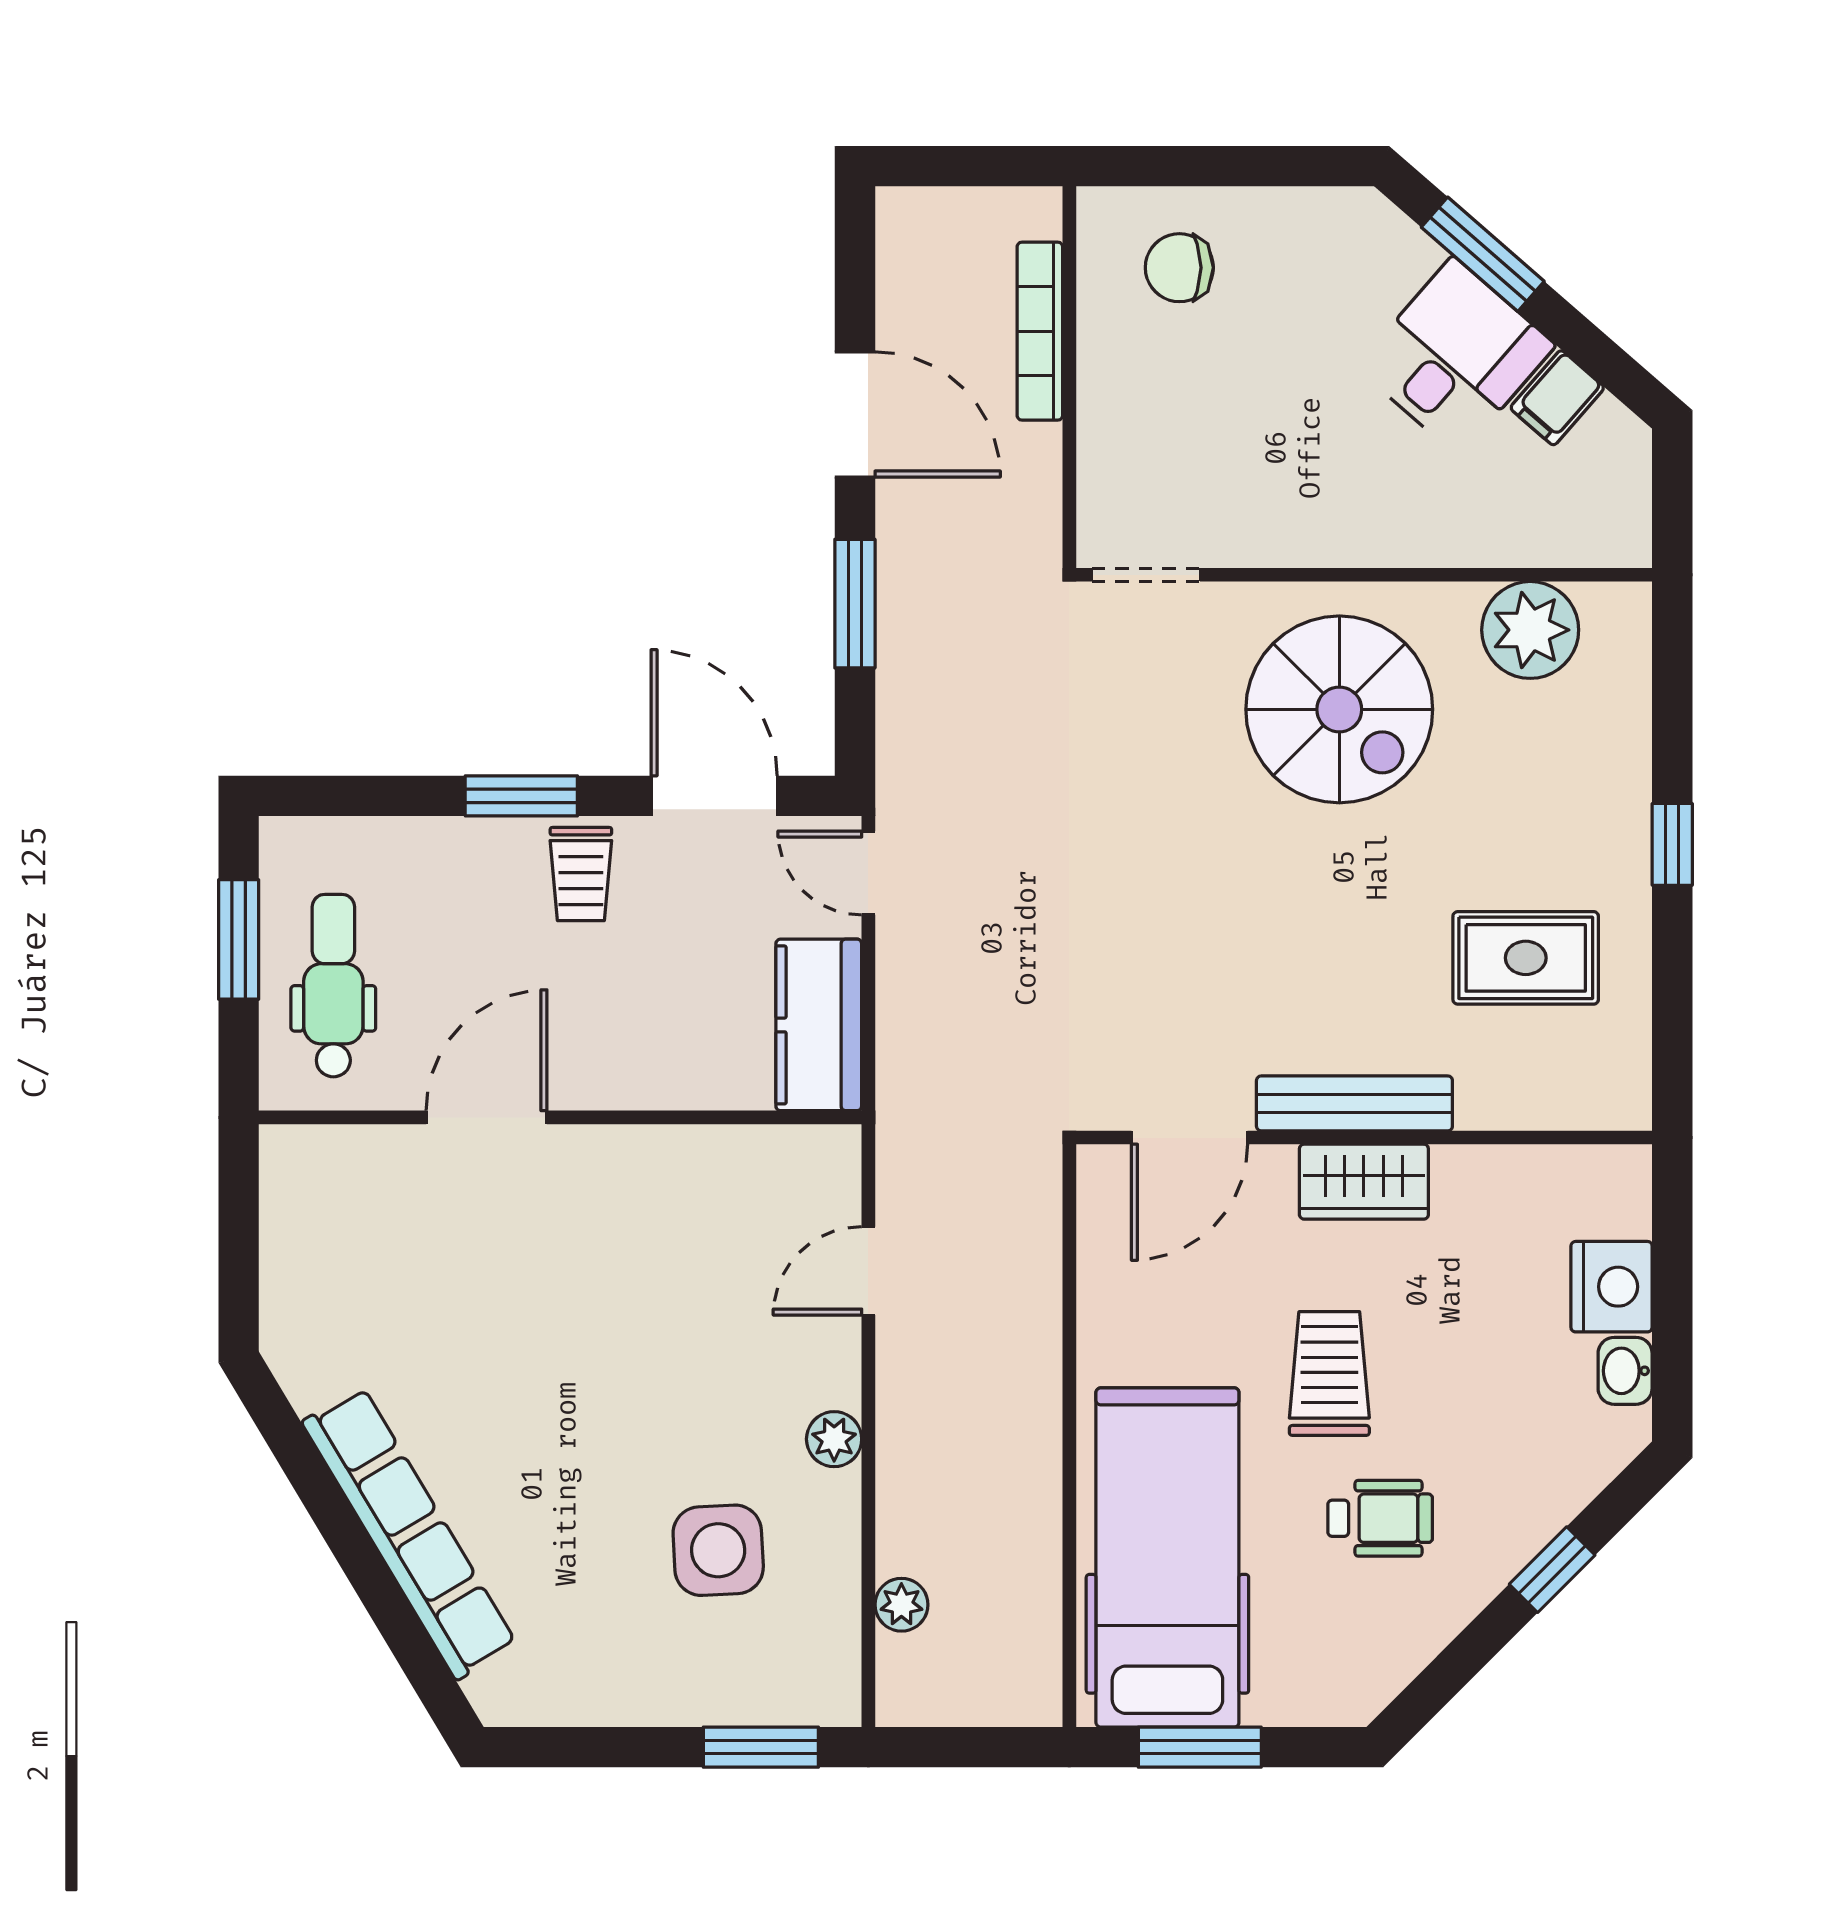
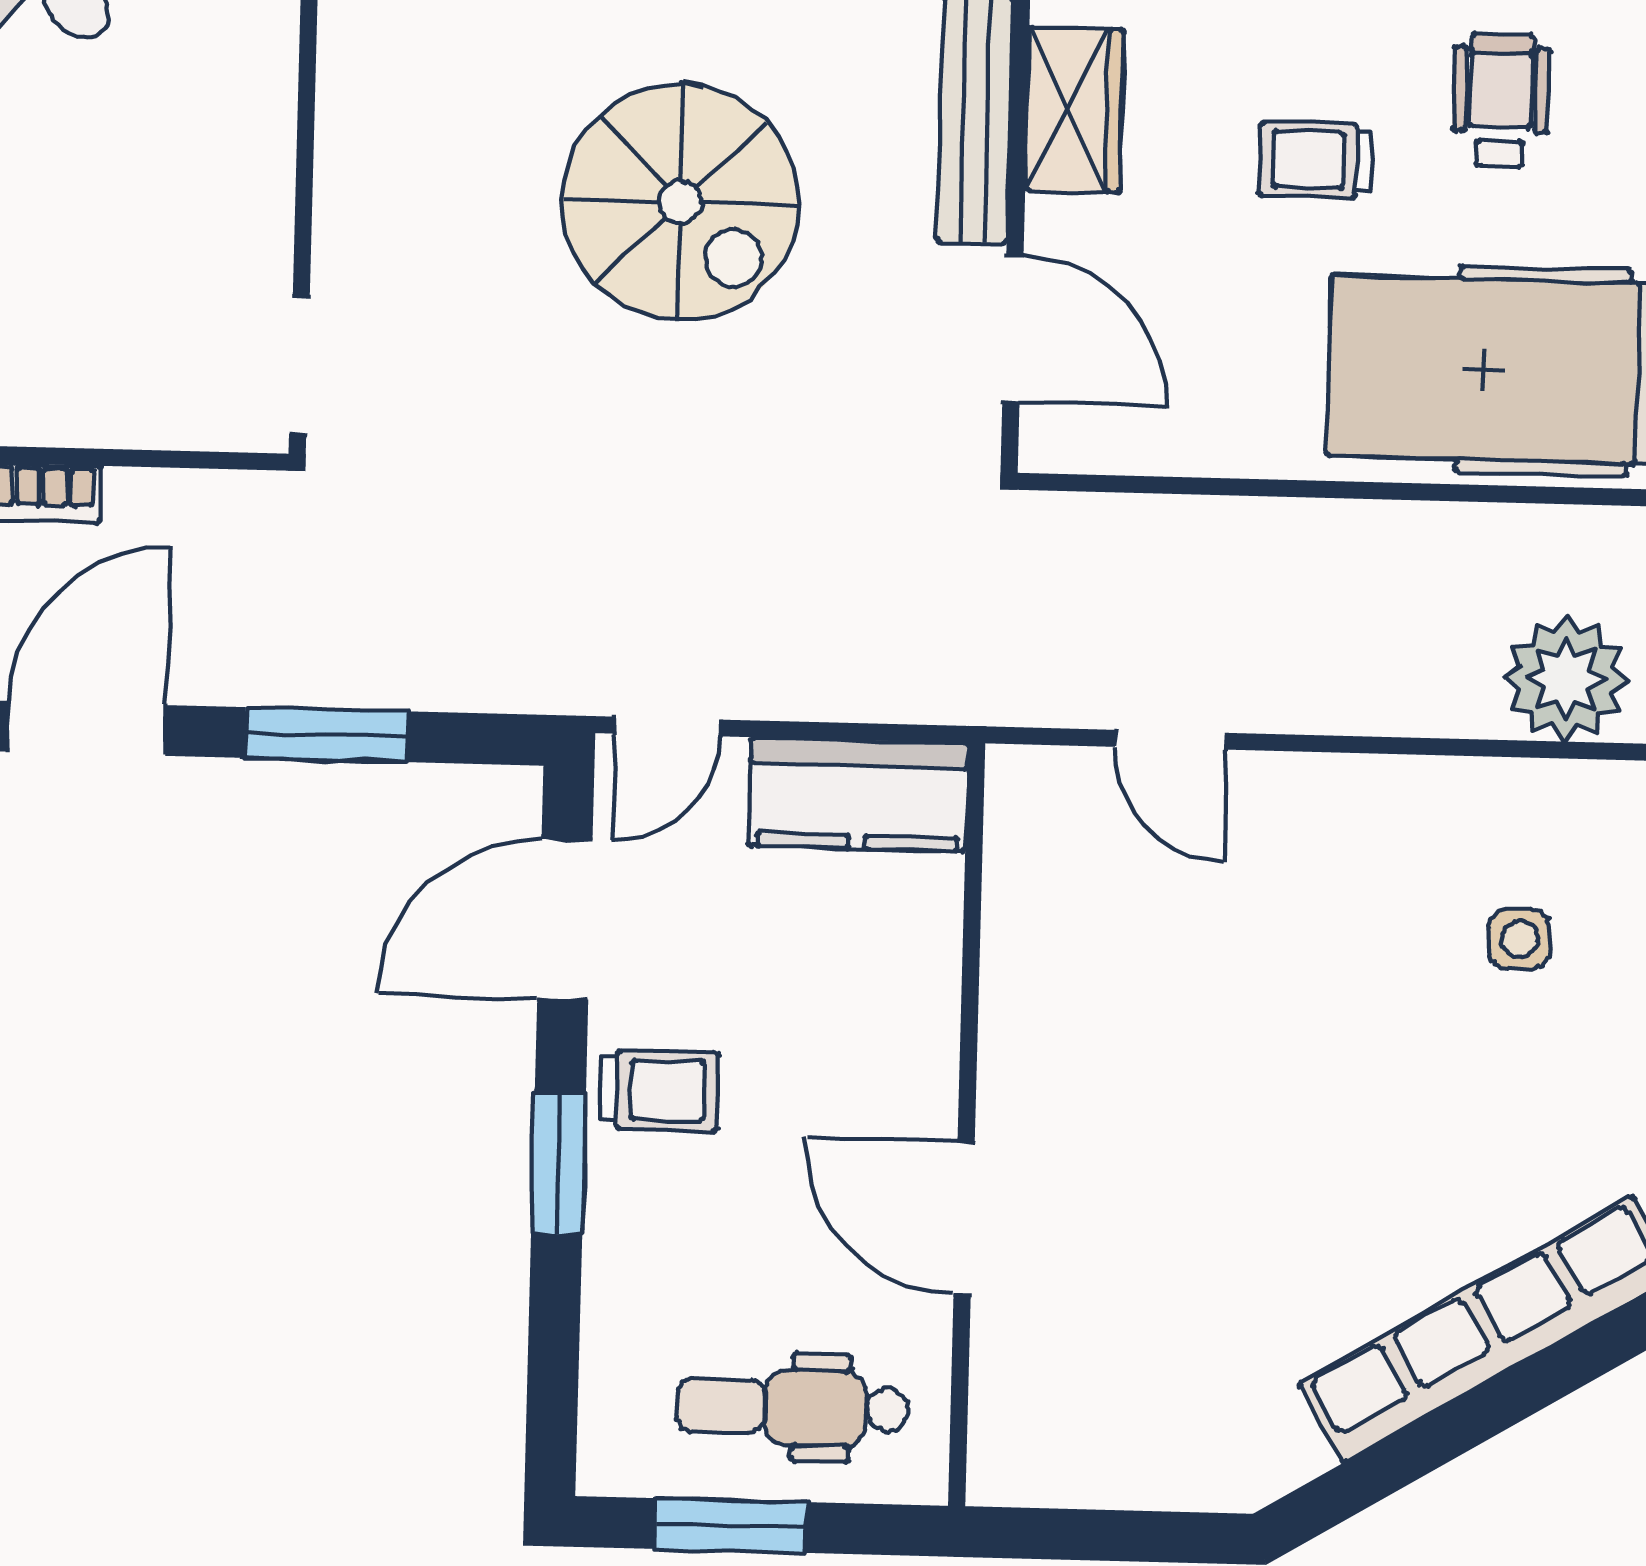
spiral stairs: (1339, 709) -> (681, 202), moved, turned 90
trolley: (1329, 1374) -> (1316, 160), width x0.73, depth x0.72
plant: (834, 1439) -> (1383, 789), removed
side table: (718, 1550) -> (1519, 939), width x0.54, depth x0.54
plant: (901, 1605) -> (1566, 679), width x1.88, depth x1.88

